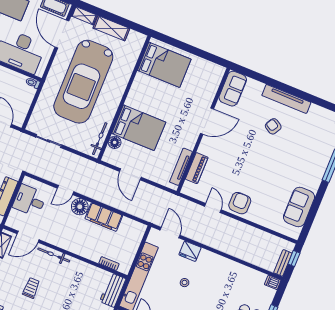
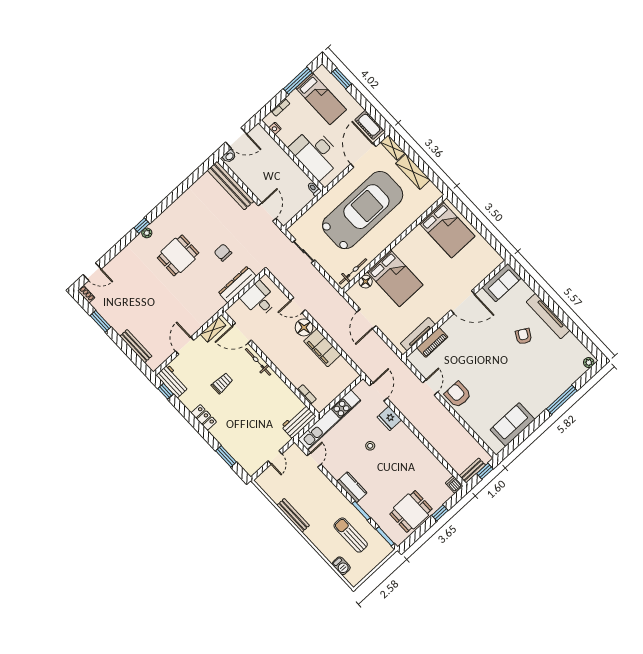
car: (83, 82) -> (363, 210), turned 180
armchair: (240, 203) -> (458, 395), turned -90

